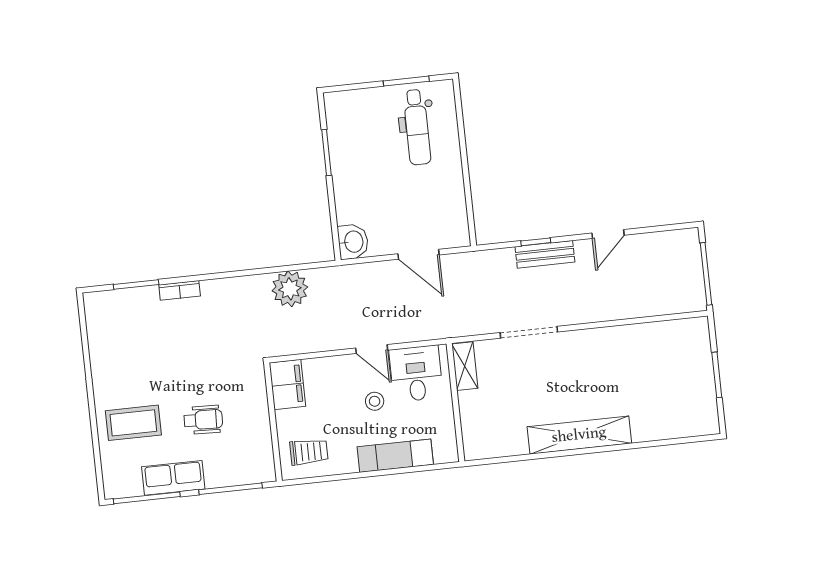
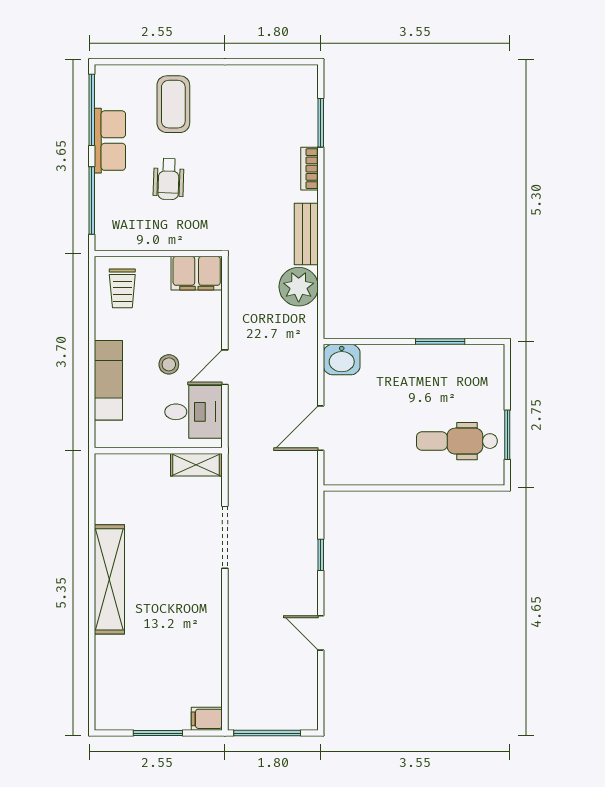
bench: (545, 254) -> (306, 234), moved
filing cabinet: (699, 331) -> (207, 719), added

